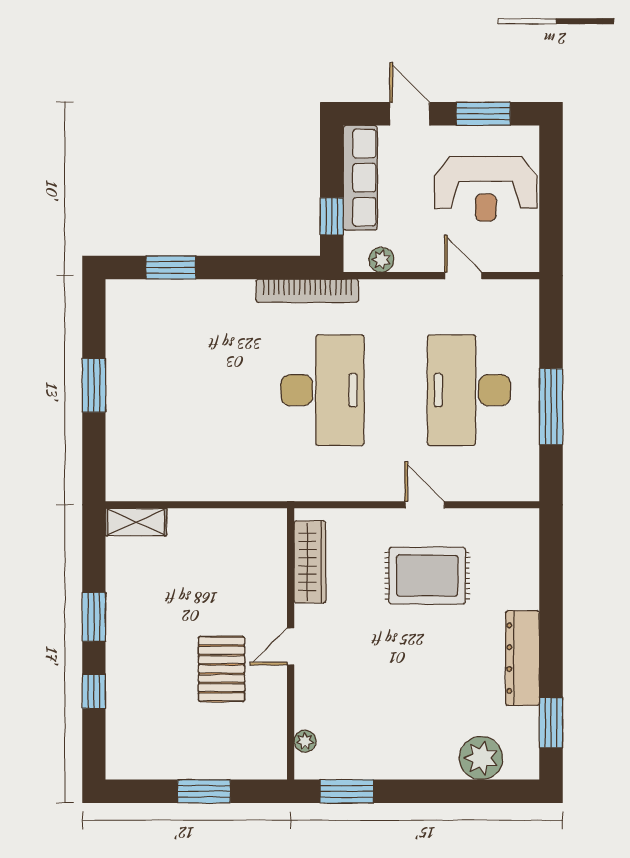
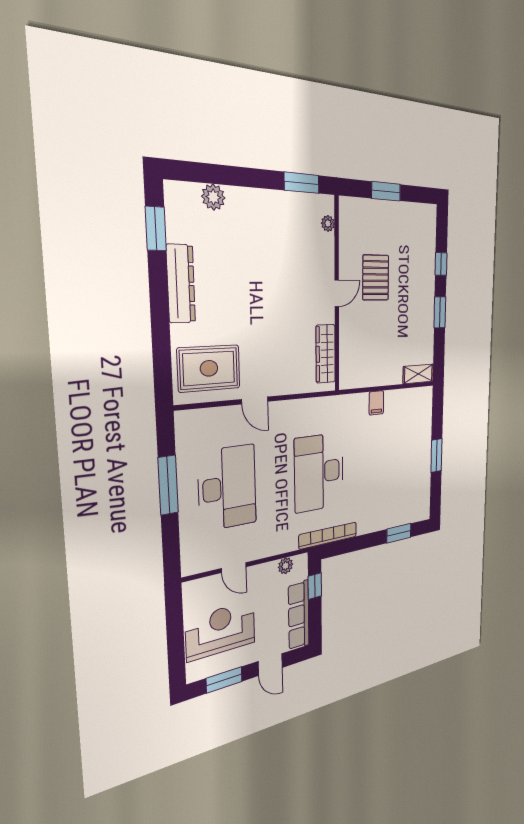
filing cabinet: (218, 483) -> (376, 403), added
rug: (427, 576) -> (209, 368), moved
plant: (481, 758) -> (213, 197), width x0.73, depth x0.73

